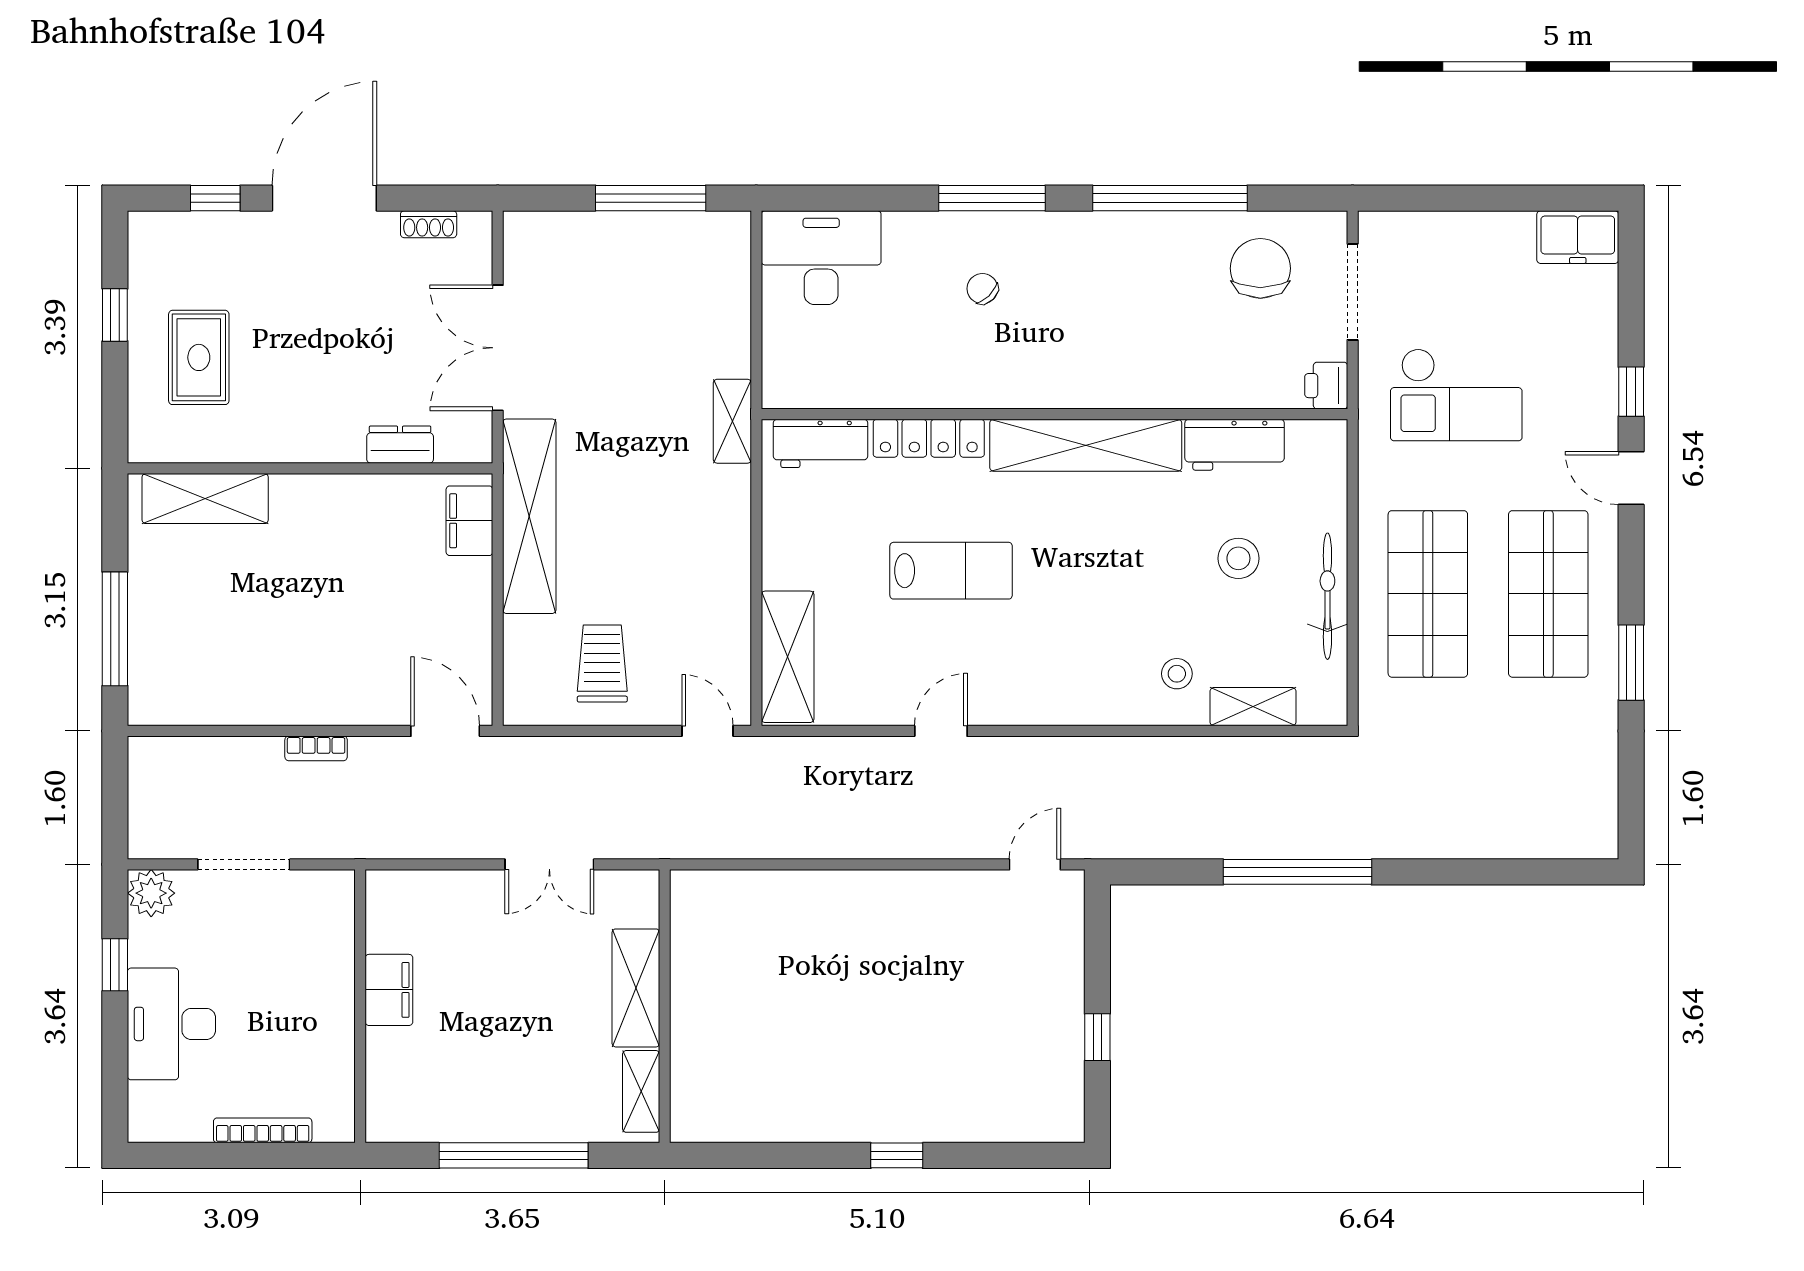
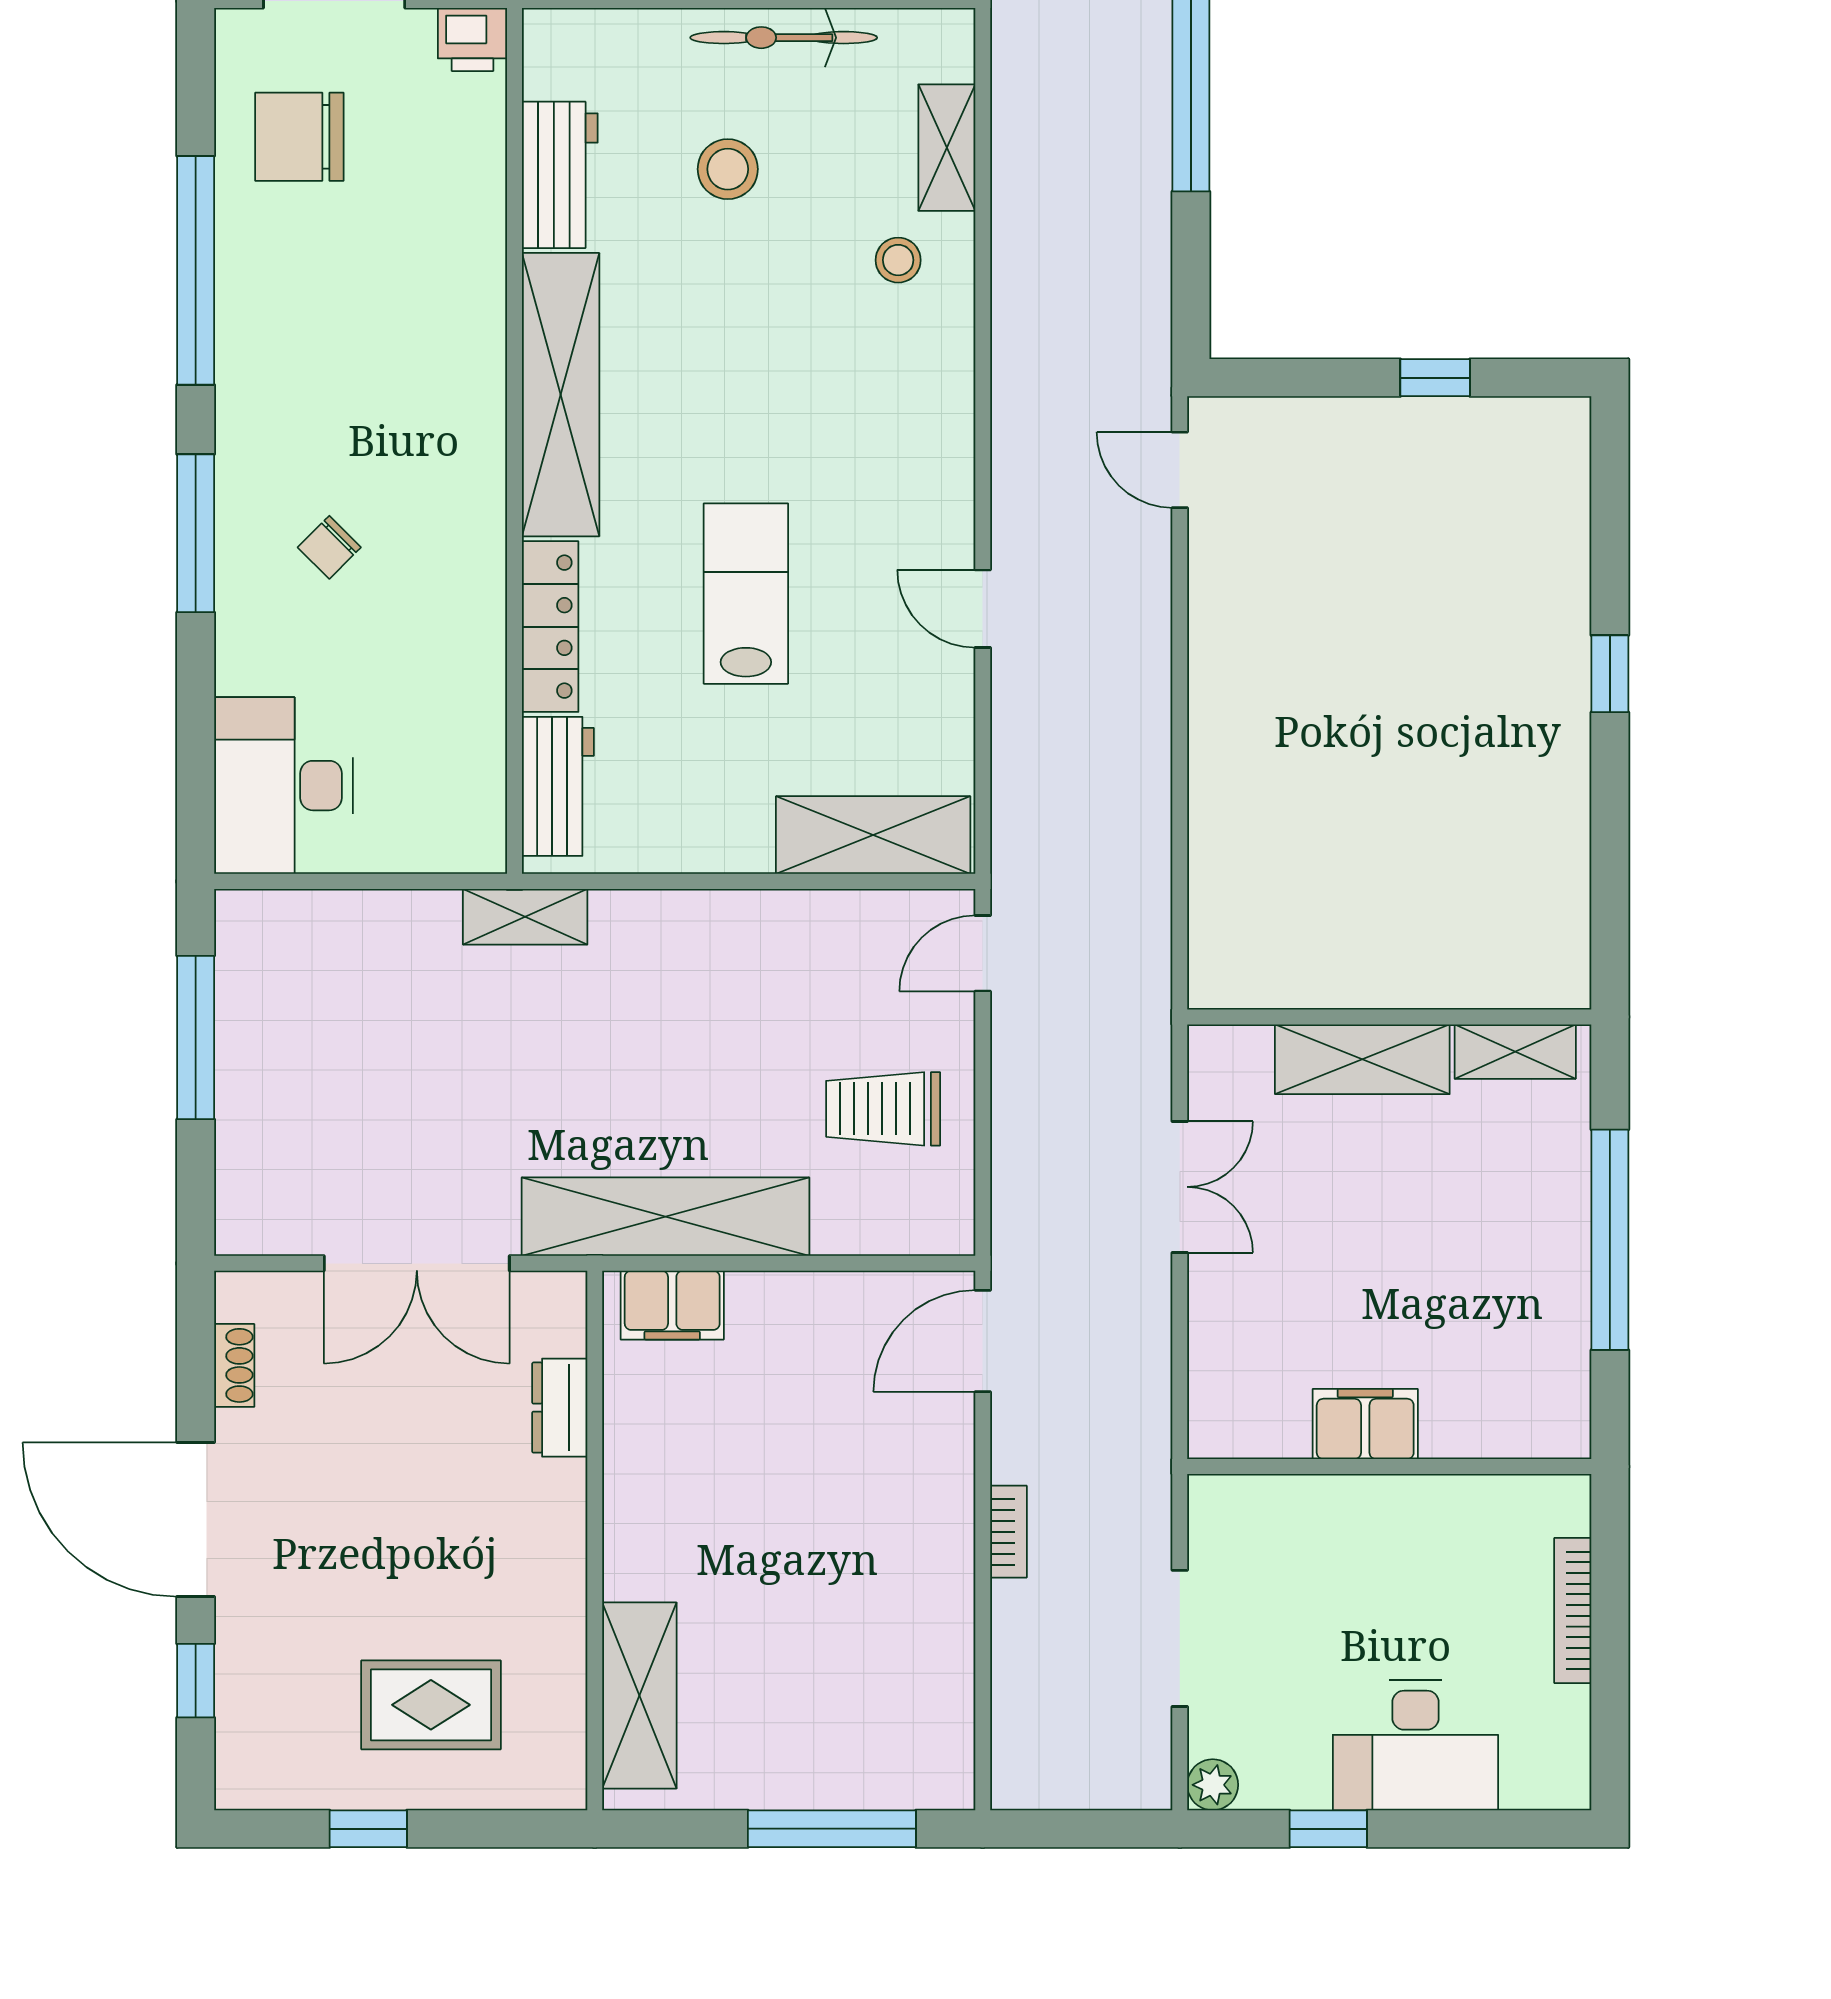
plant: (151, 893) -> (1213, 1785), width x0.73, depth x0.73

